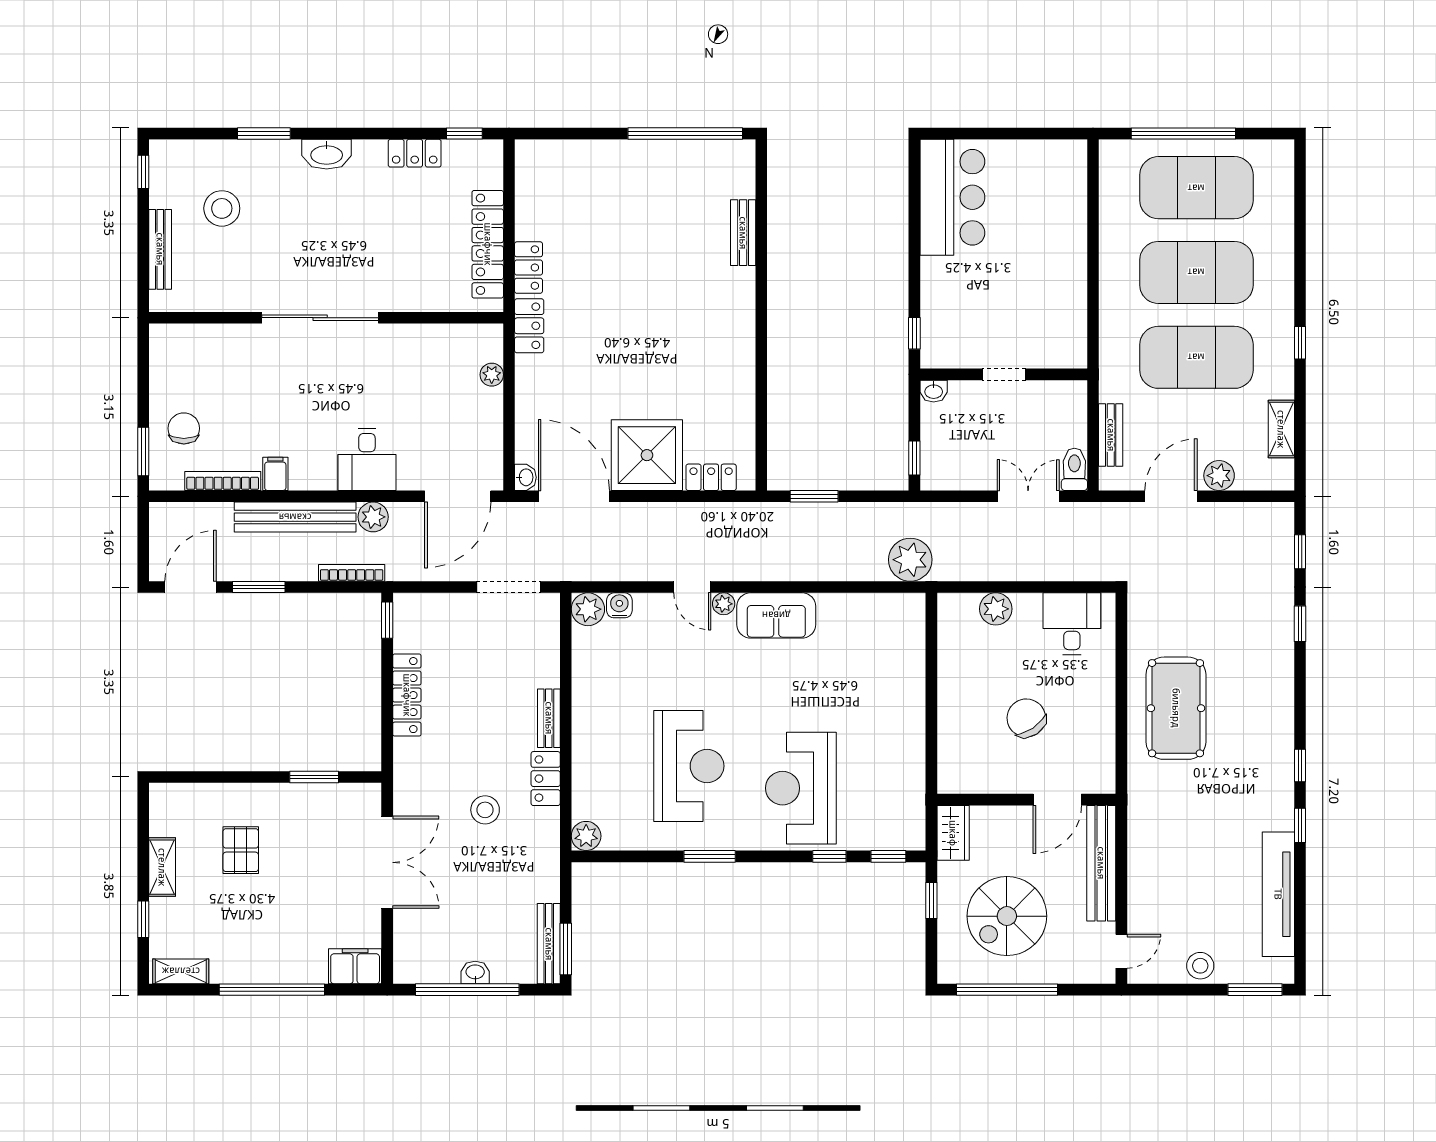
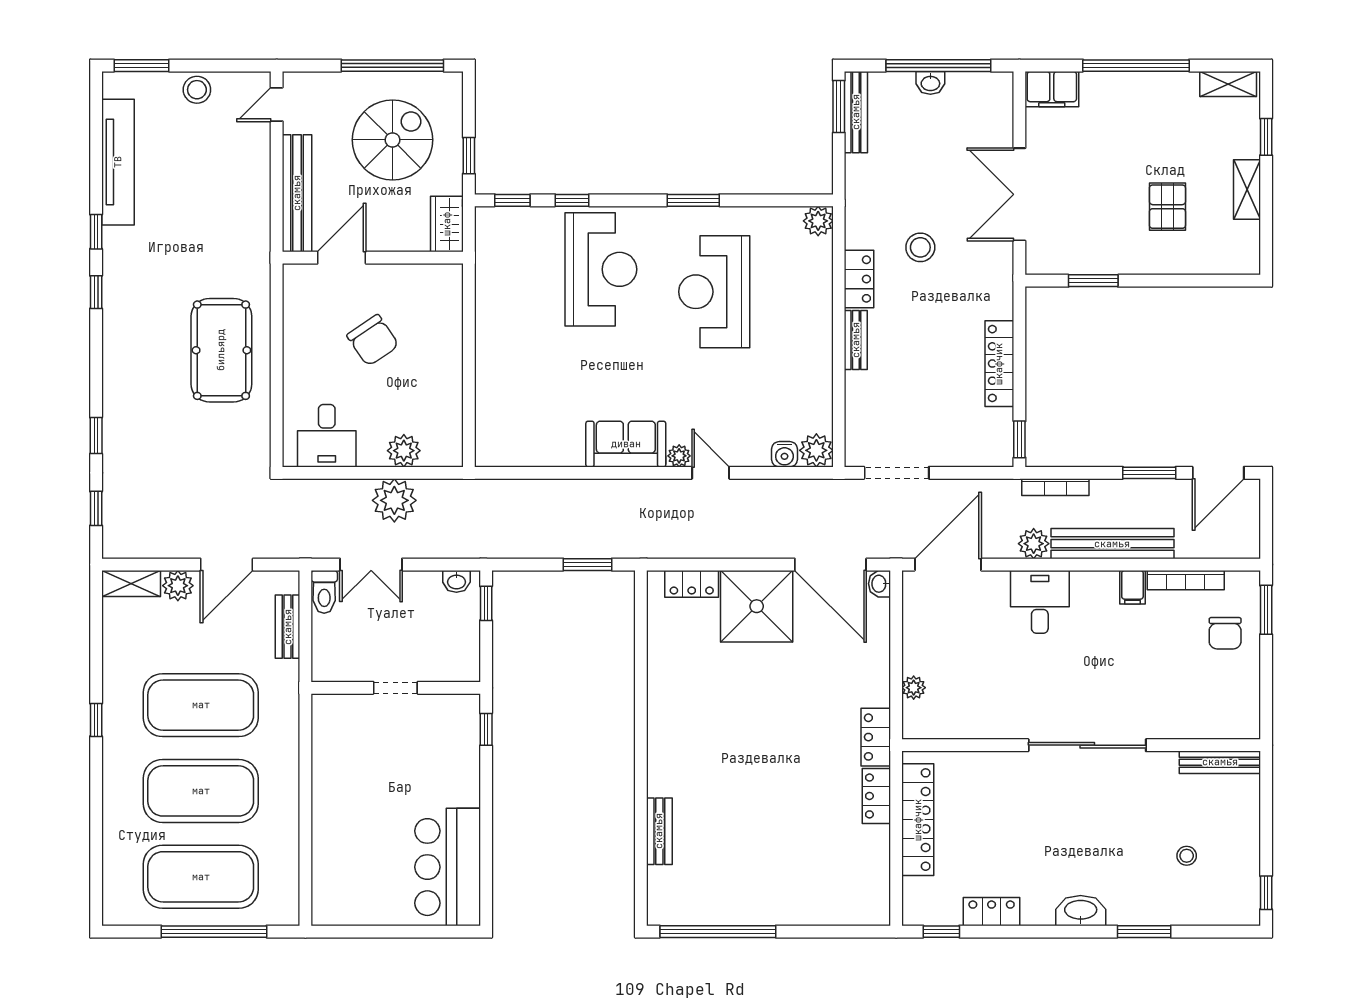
stool: (222, 208) -> (1187, 856), width x0.53, depth x0.53
bench: (160, 249) -> (1220, 762), moved, turned 90
washbasin: (934, 391) -> (456, 581), moved, turned 180
shelving: (1281, 429) -> (131, 583), moved, turned 90
plant: (910, 560) -> (394, 500), moved

